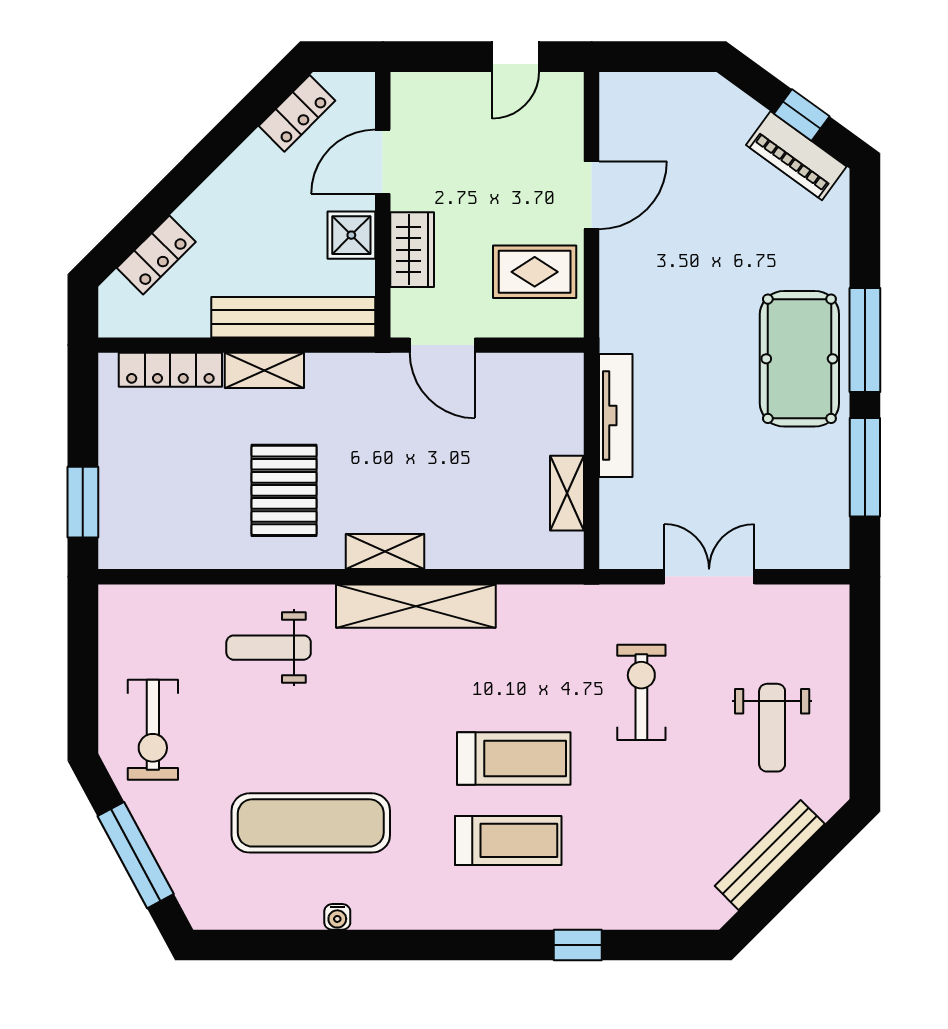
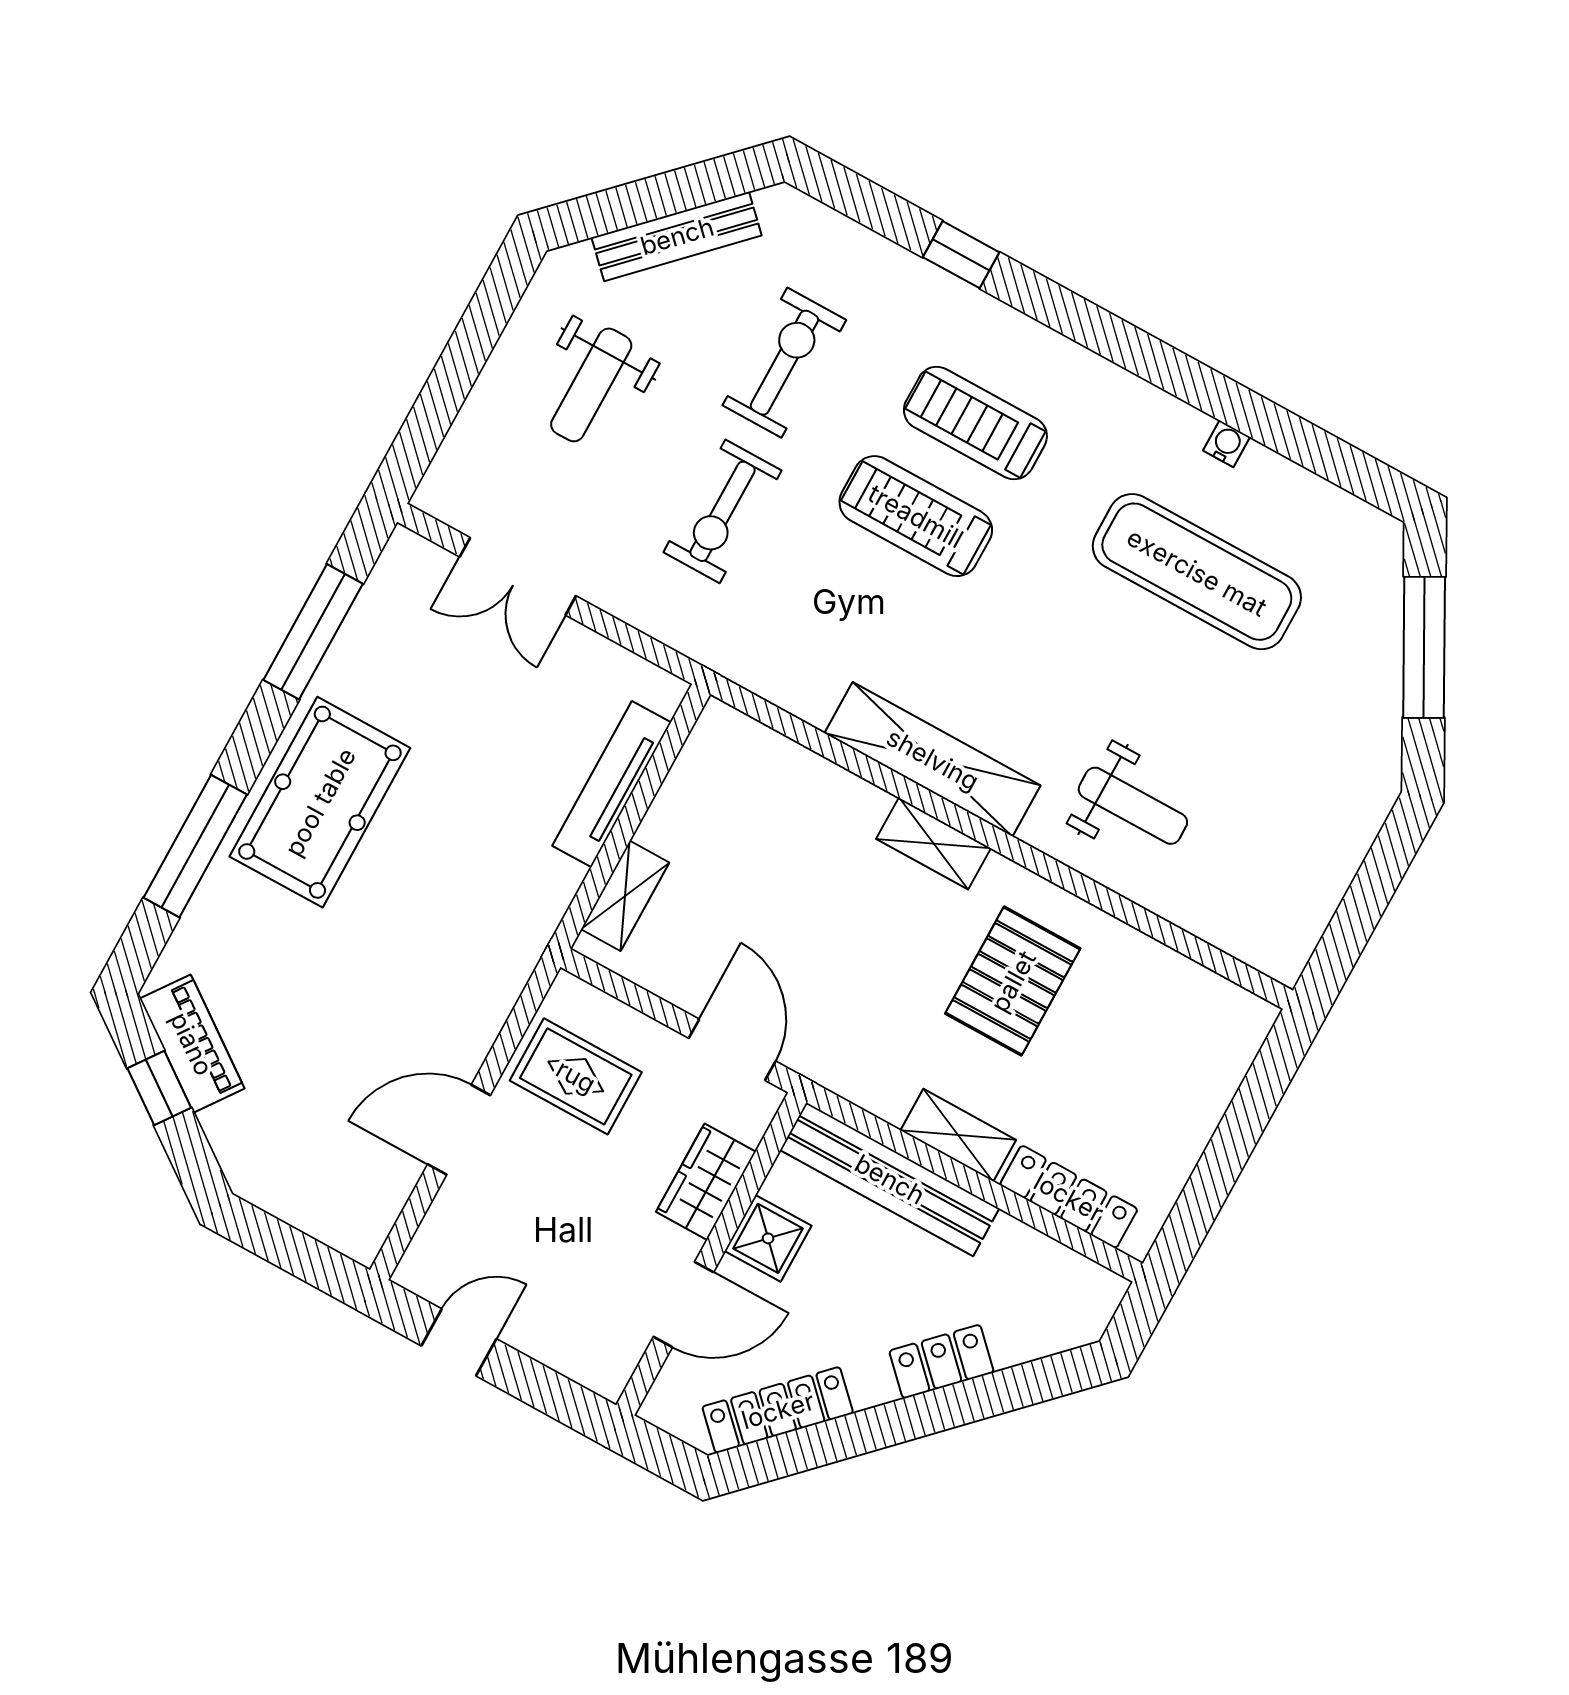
locker: (297, 113) -> (778, 1410), width x1.53
locker: (156, 255) -> (941, 1362), moved
window: (865, 340) -> (195, 846), moved
tv unit: (616, 415) -> (612, 784), moved
shelving: (567, 493) -> (625, 896), moved
window: (83, 502) -> (1258, 1098), removed
double door: (709, 577) -> (518, 576), moved
weight bench: (772, 728) -> (591, 385), turned 180
exercise bike: (153, 730) -> (784, 363), moved

